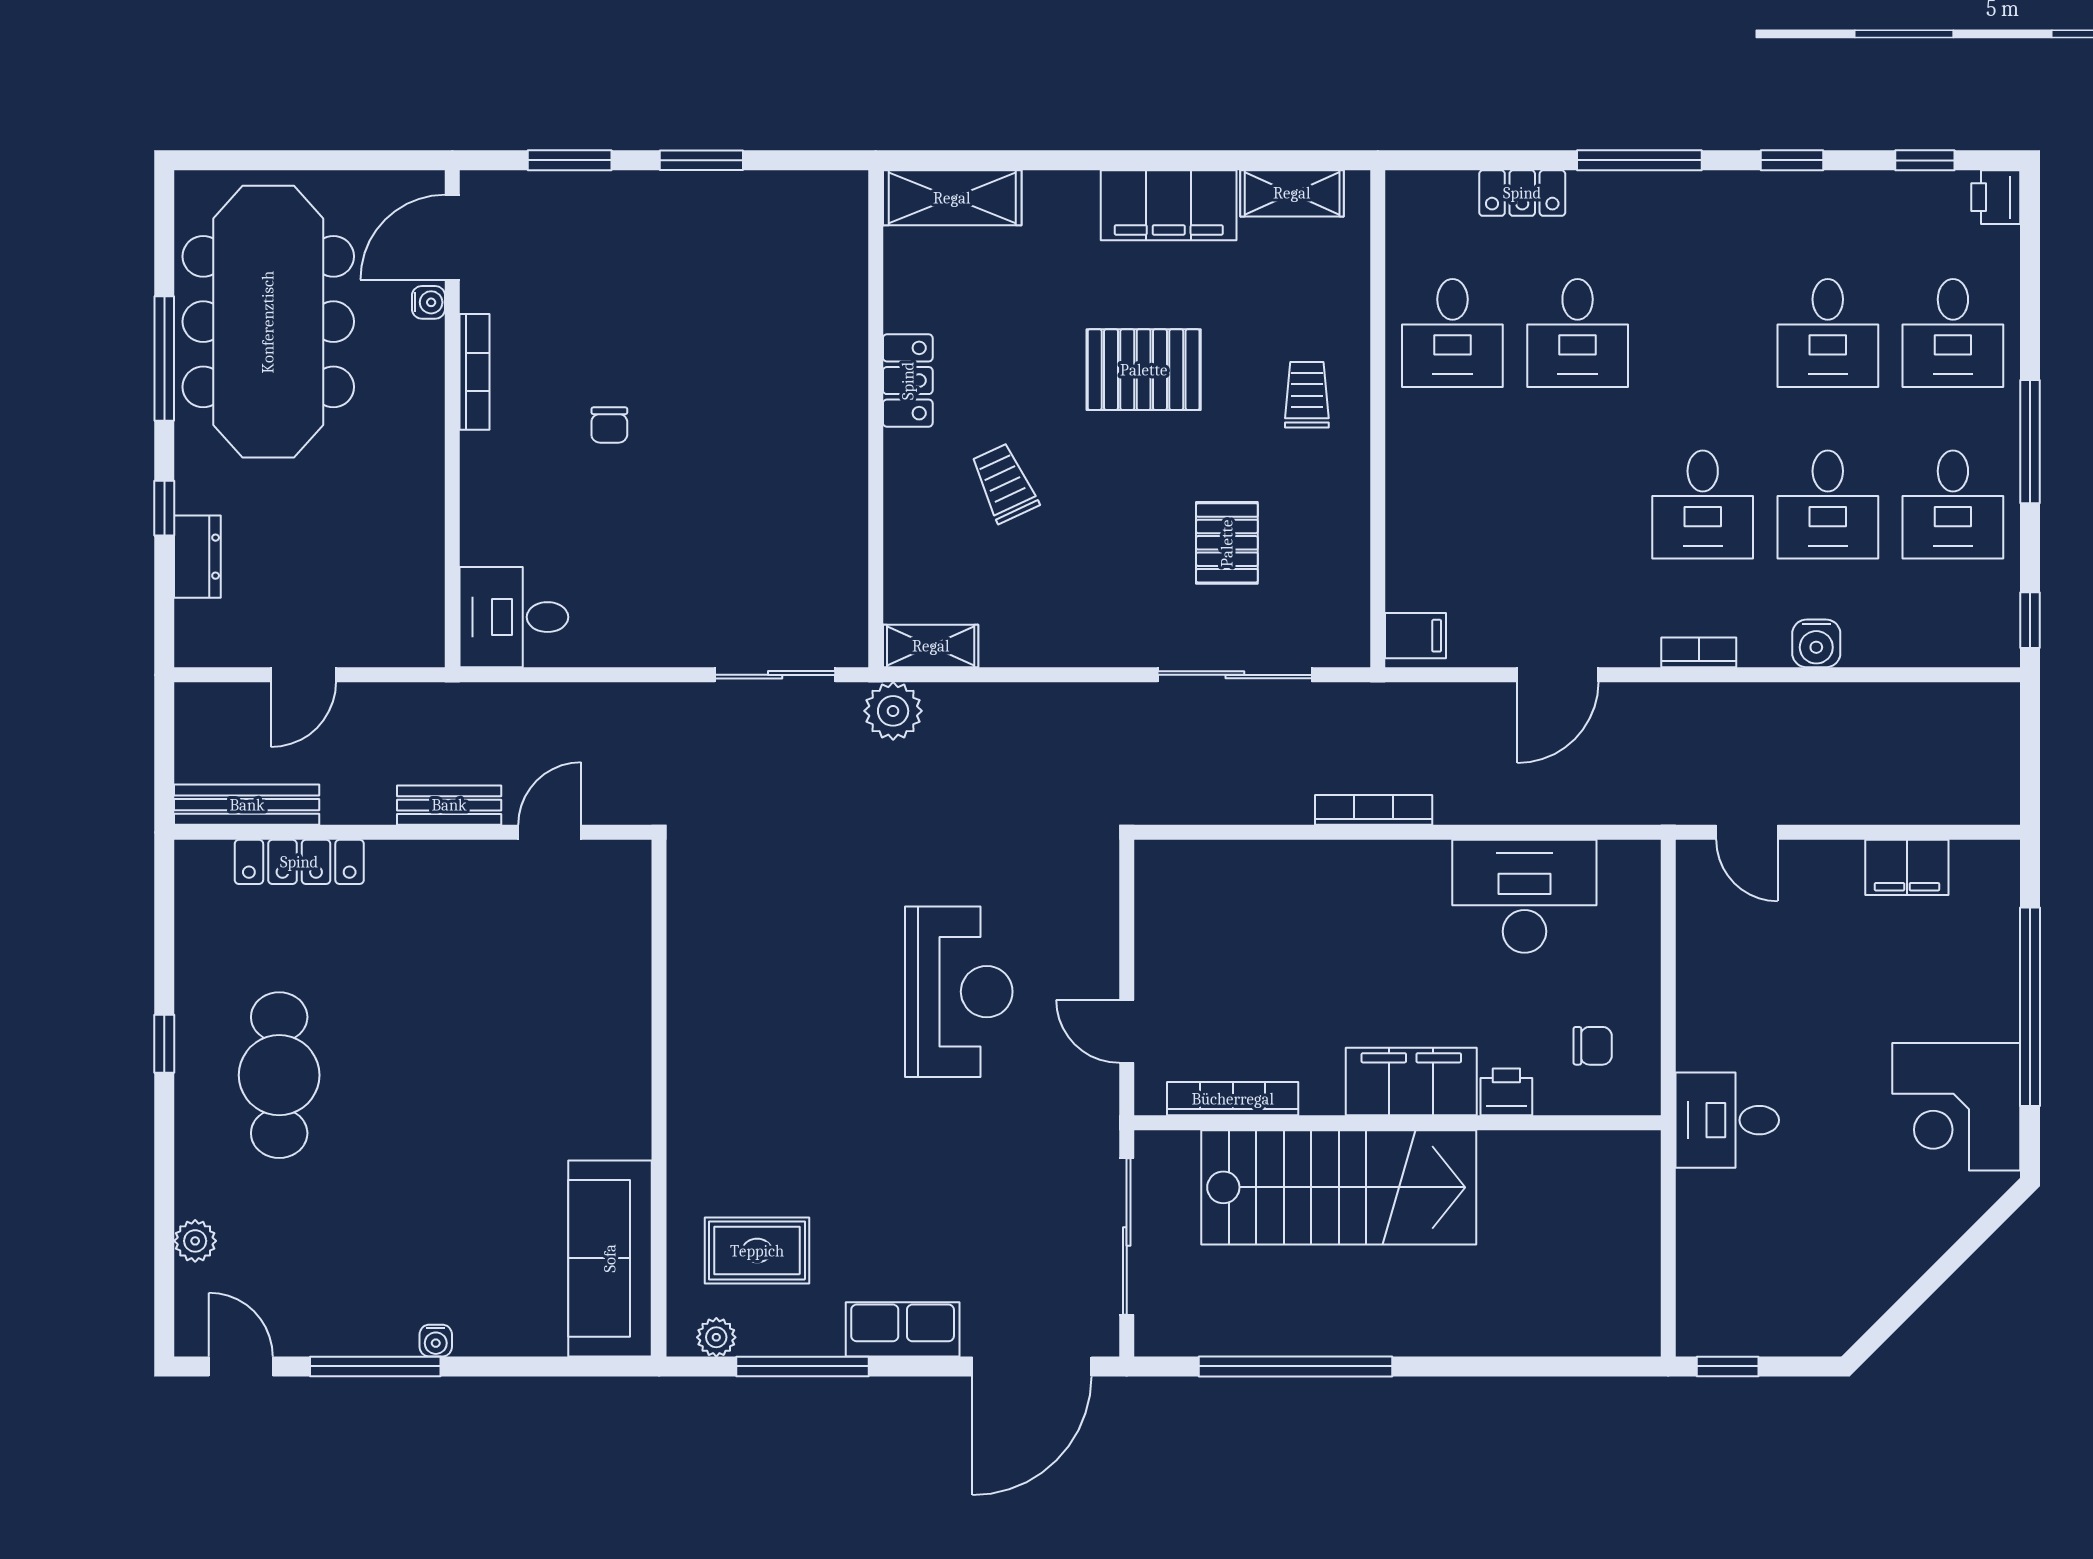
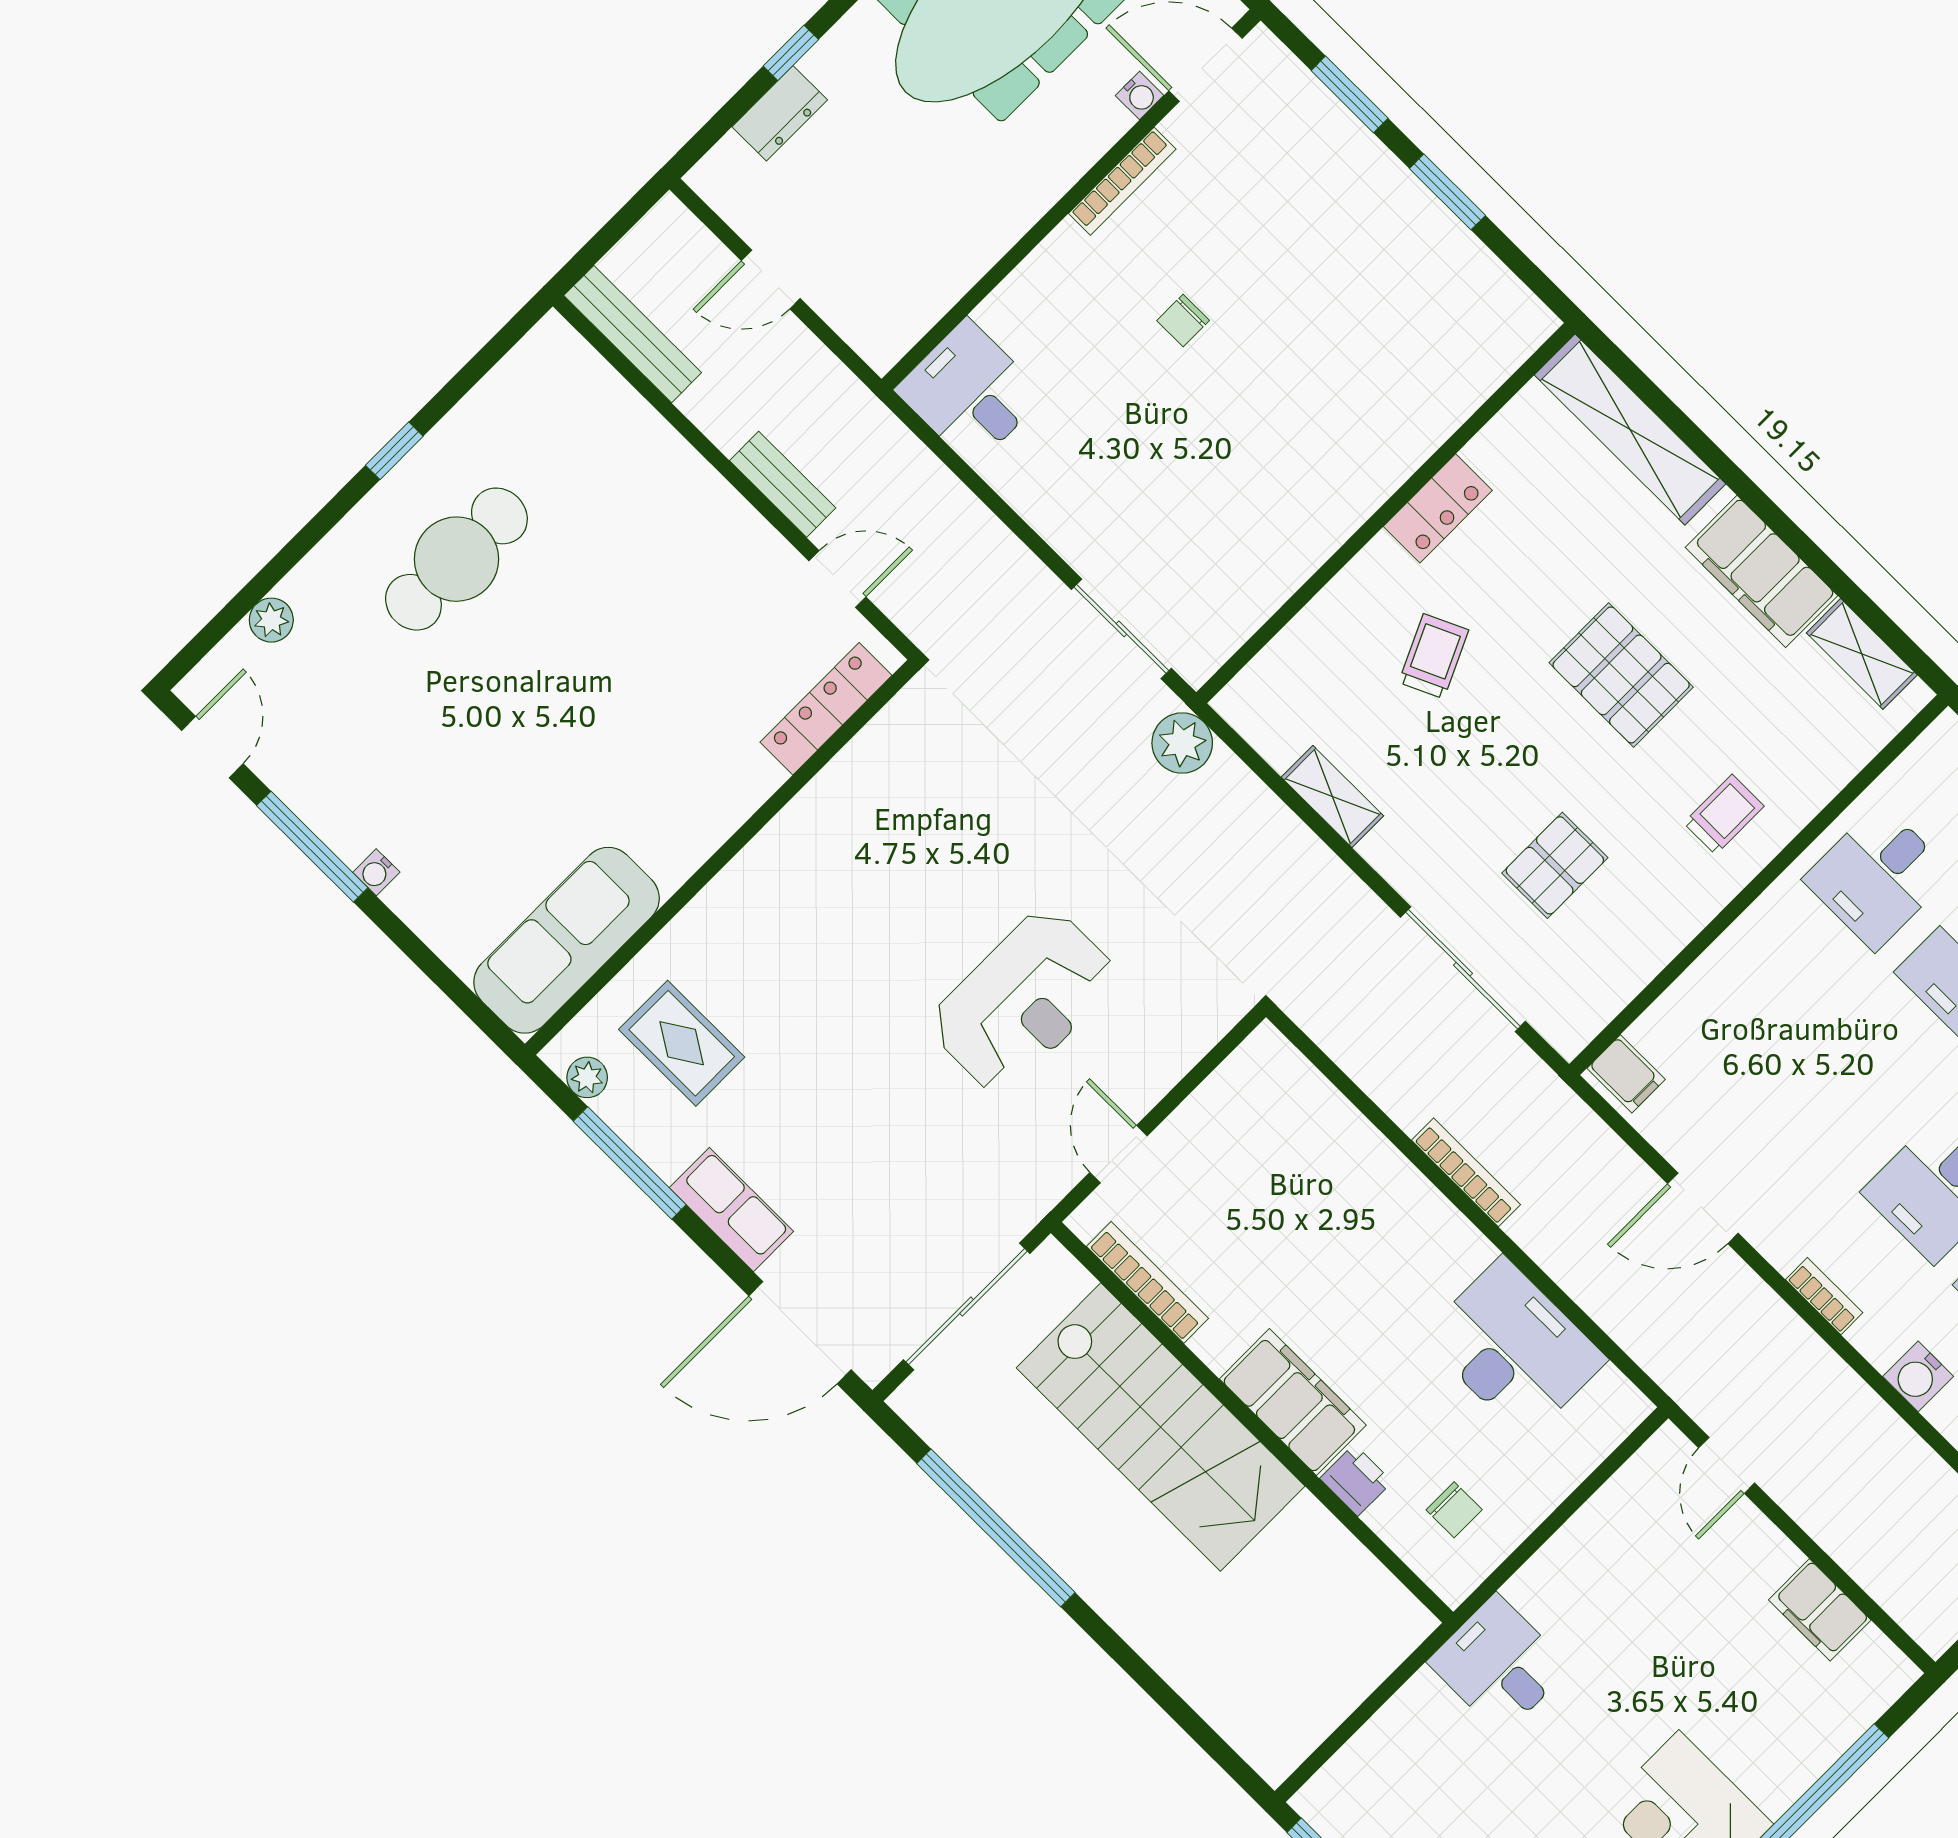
shelving: (952, 198) -> (1630, 429), width x1.47
shelving: (931, 646) -> (1332, 797), moved
locker: (299, 862) -> (826, 709), moved, turned 90

